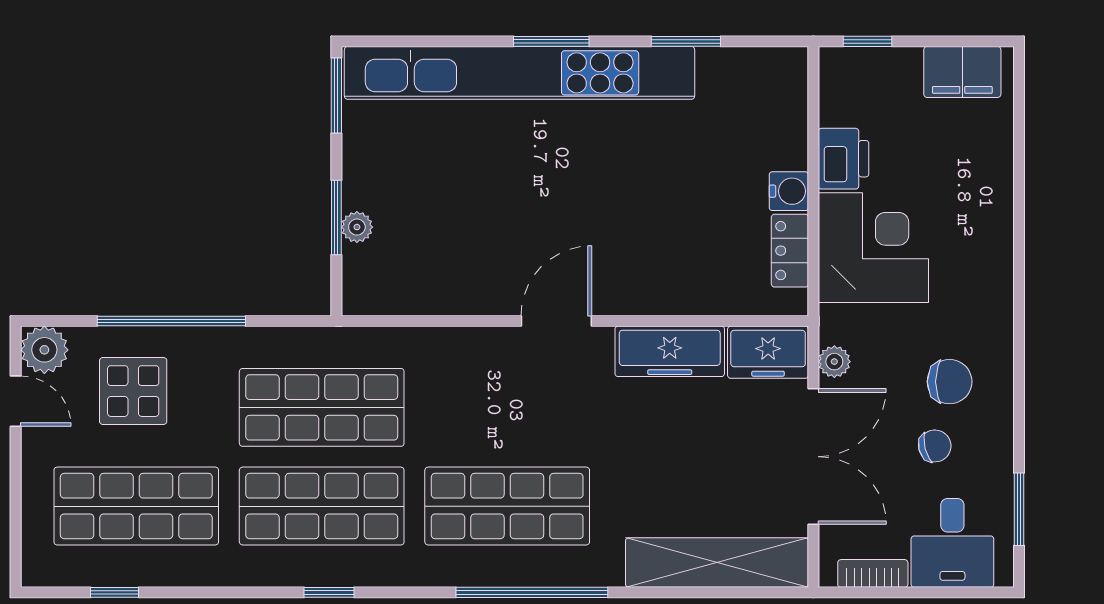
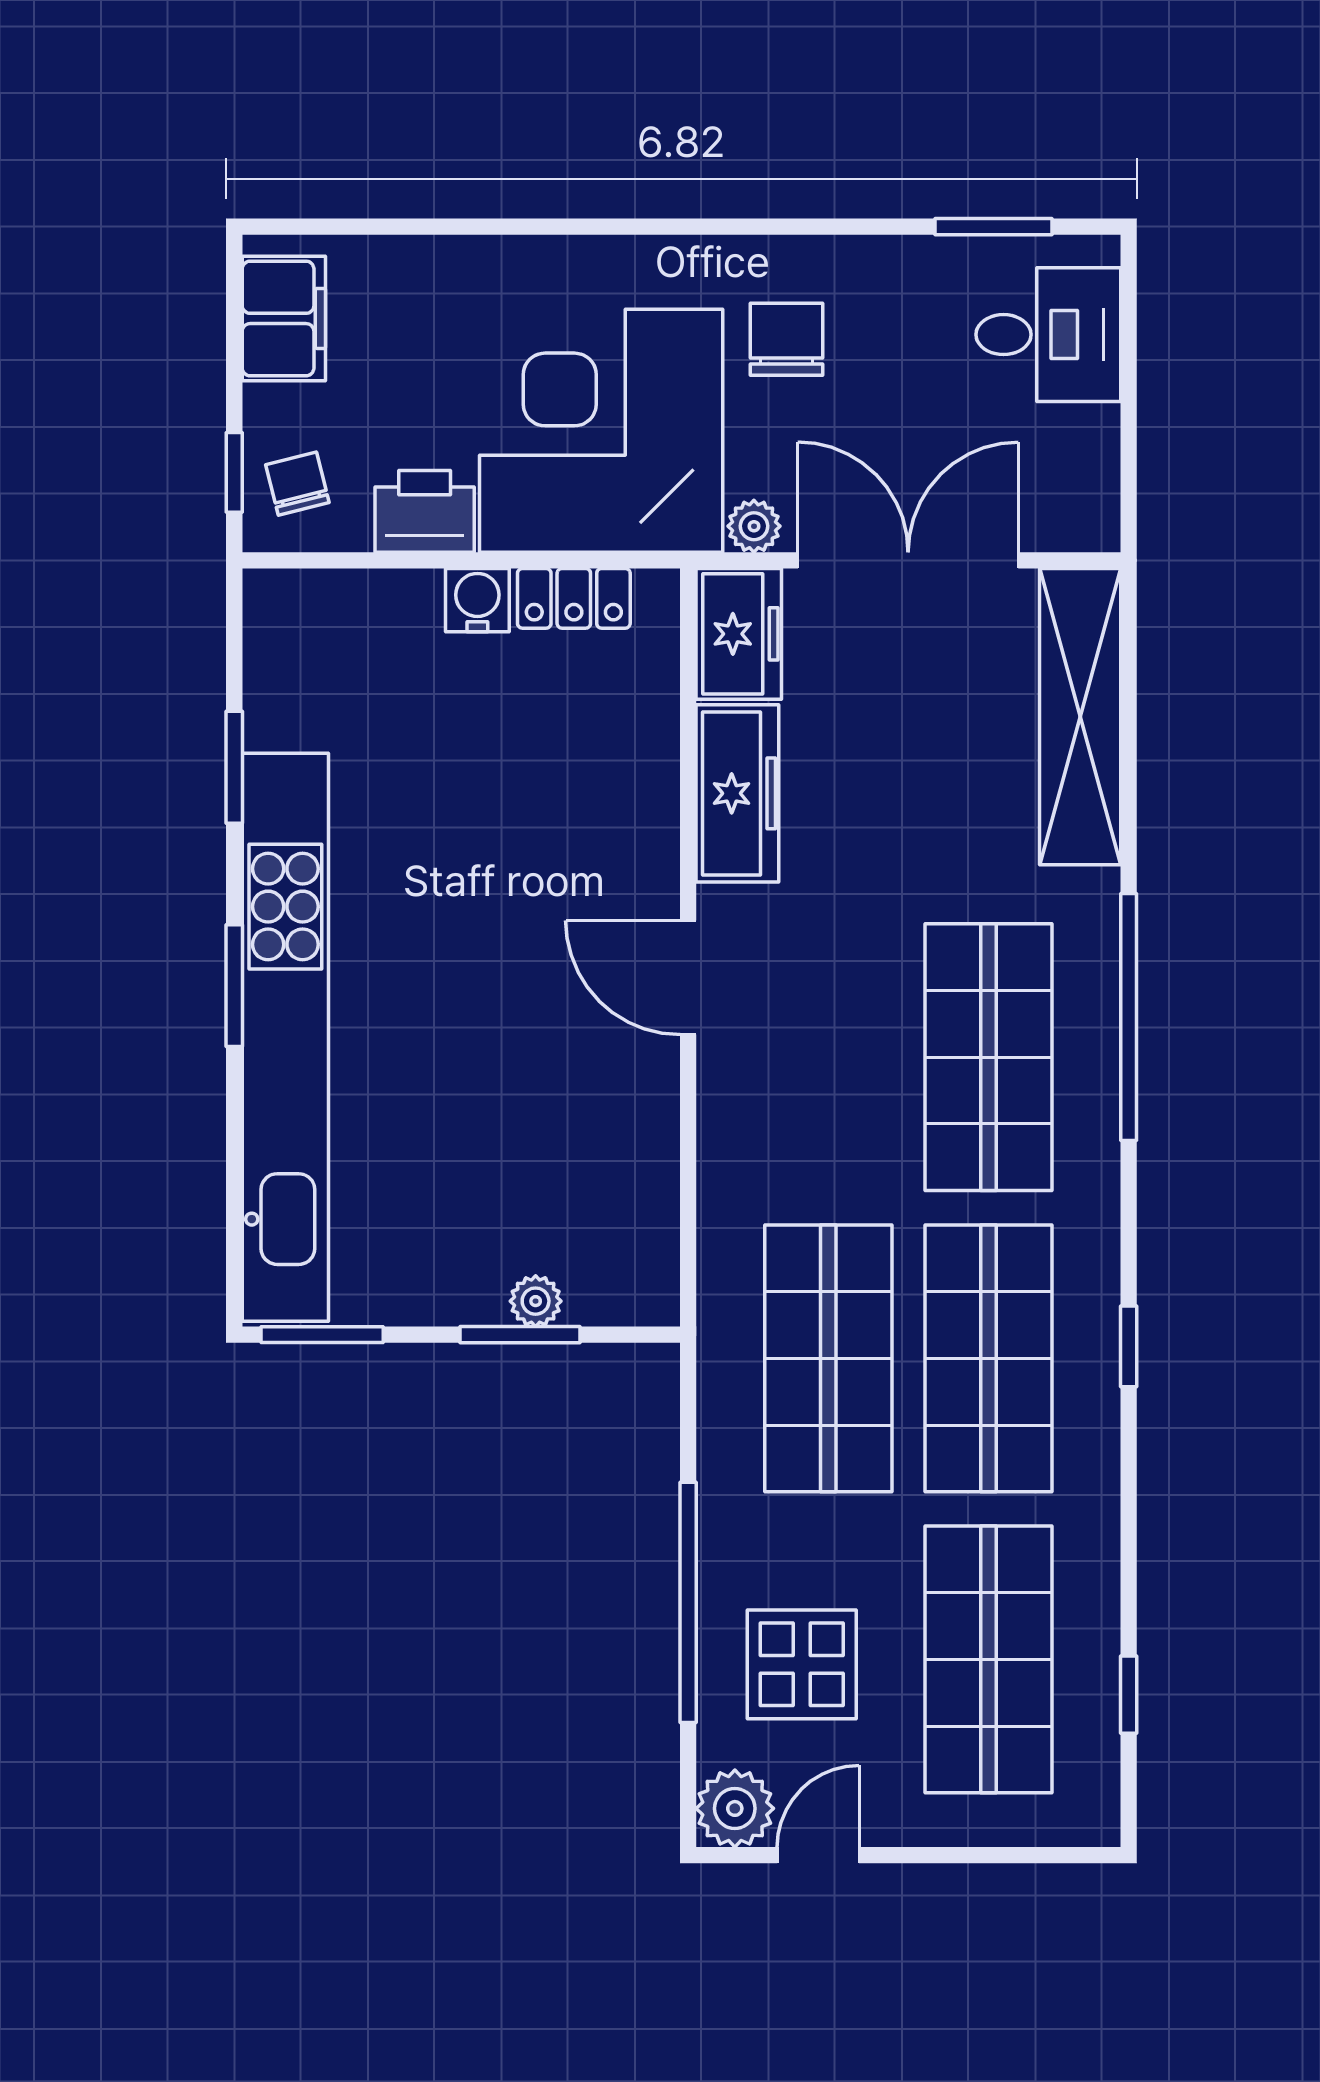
corner desk: (873, 248) -> (601, 431), width x1.36, depth x1.36
chair: (935, 446) -> (297, 484), moved
bookcase: (873, 573) -> (1098, 464), removed

